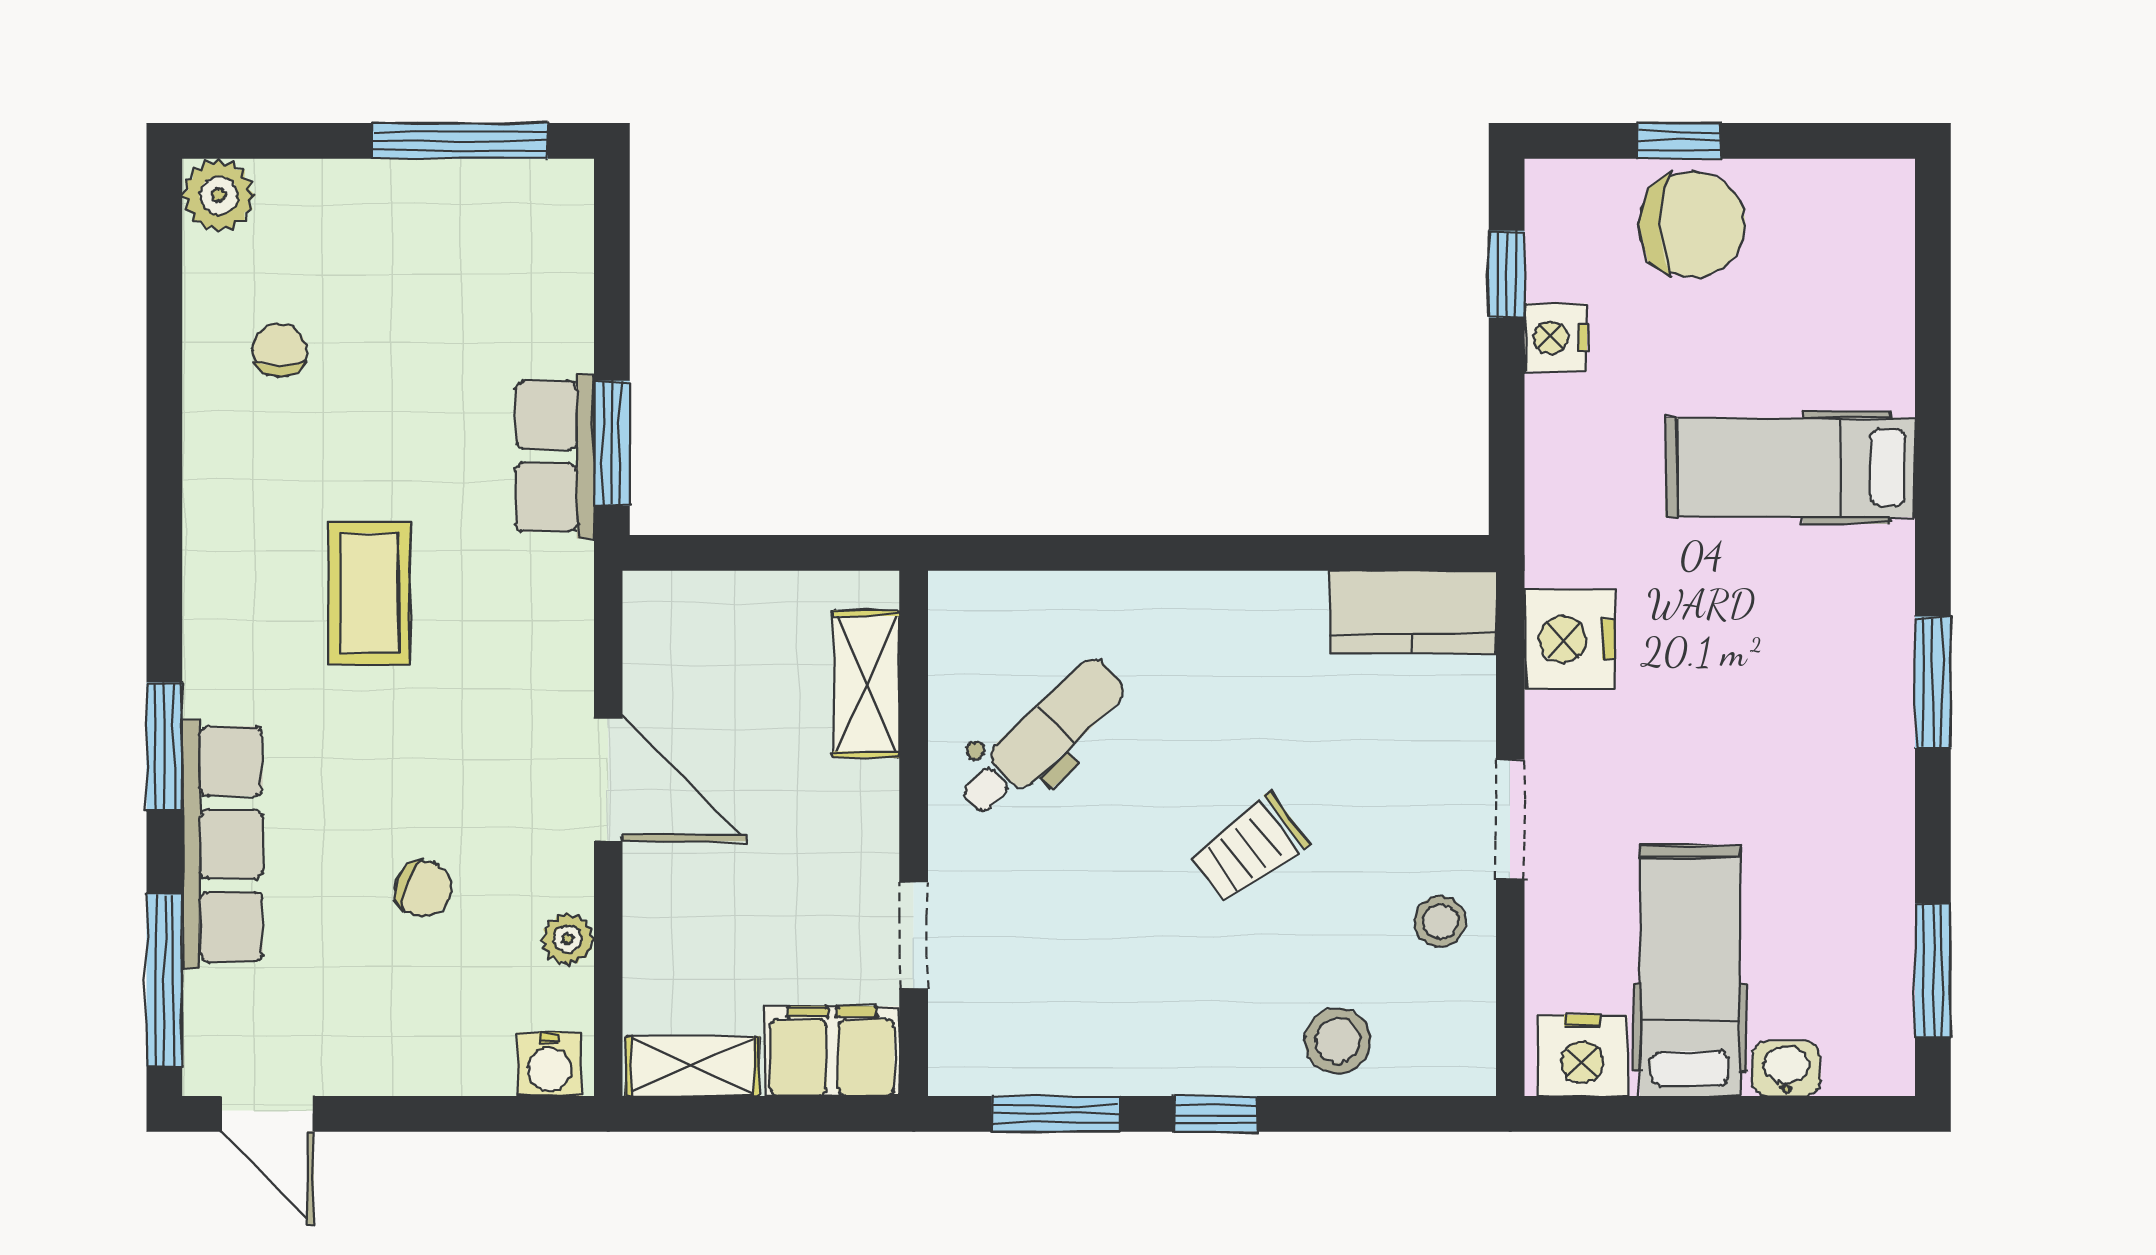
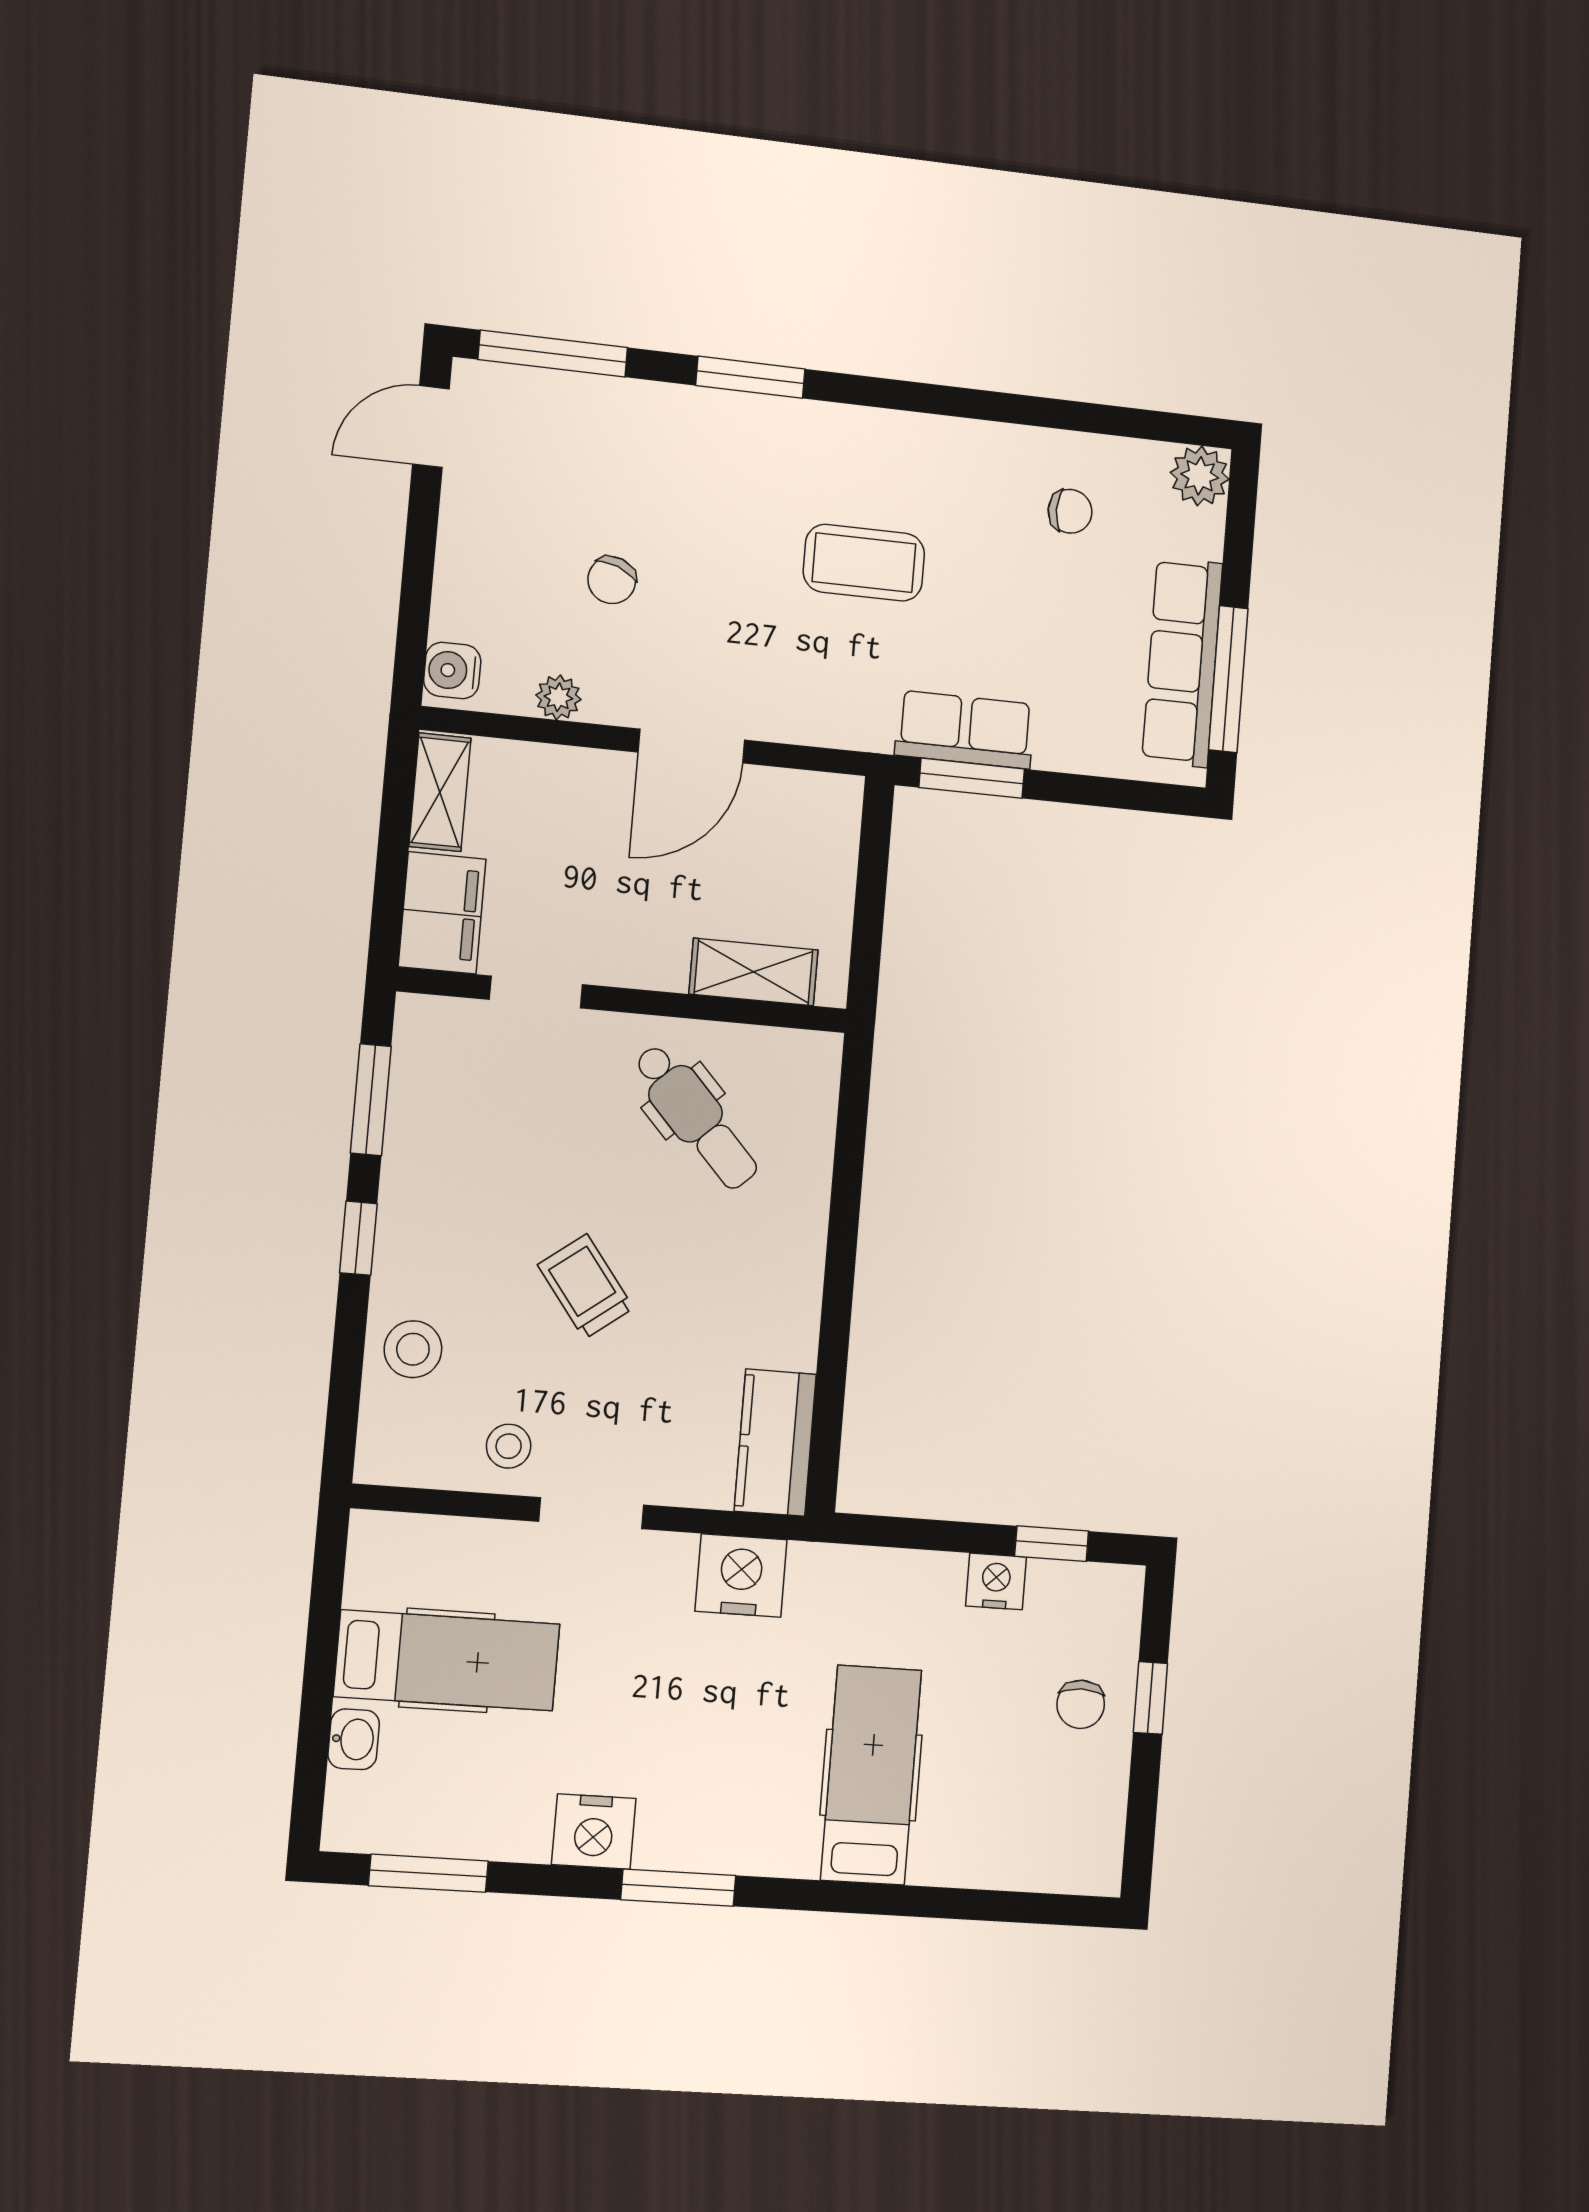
chair: (1692, 225) -> (1081, 1704), width x0.54, depth x0.54
row of seats: (222, 844) -> (1182, 662), moved, turned 90
nightstand: (1582, 1056) -> (594, 1831), moved, turned -90

